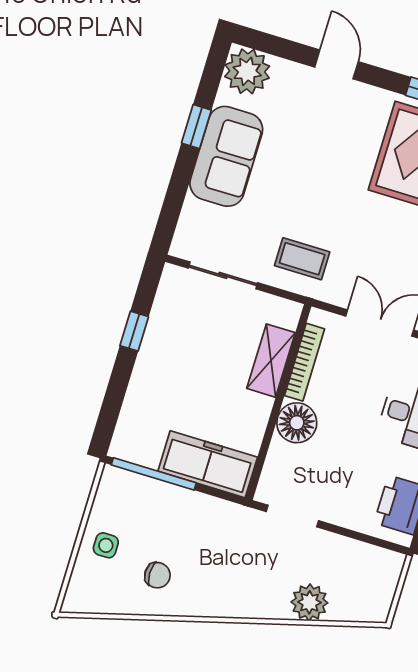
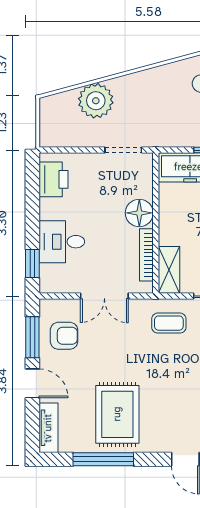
shelving: (271, 361) -> (169, 270), moved
plant: (309, 602) -> (96, 101), width x1.36, depth x1.36

